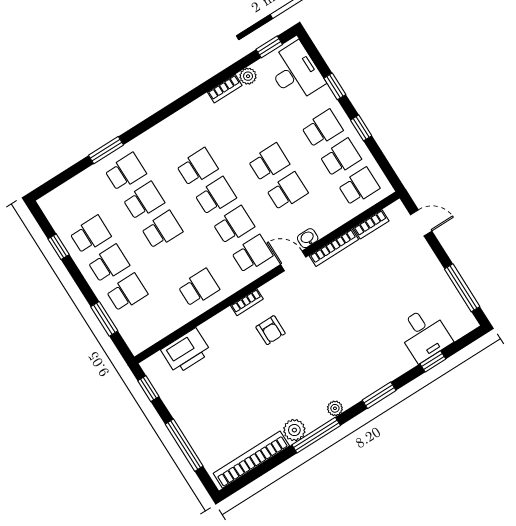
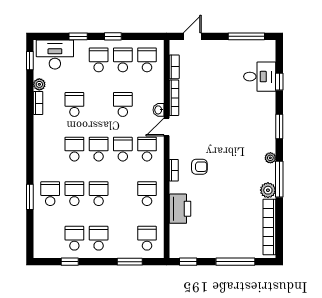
school desk: (269, 162) -> (74, 104), moved
school desk: (127, 293) -> (147, 238), moved
printer: (186, 351) -> (180, 209), moved

